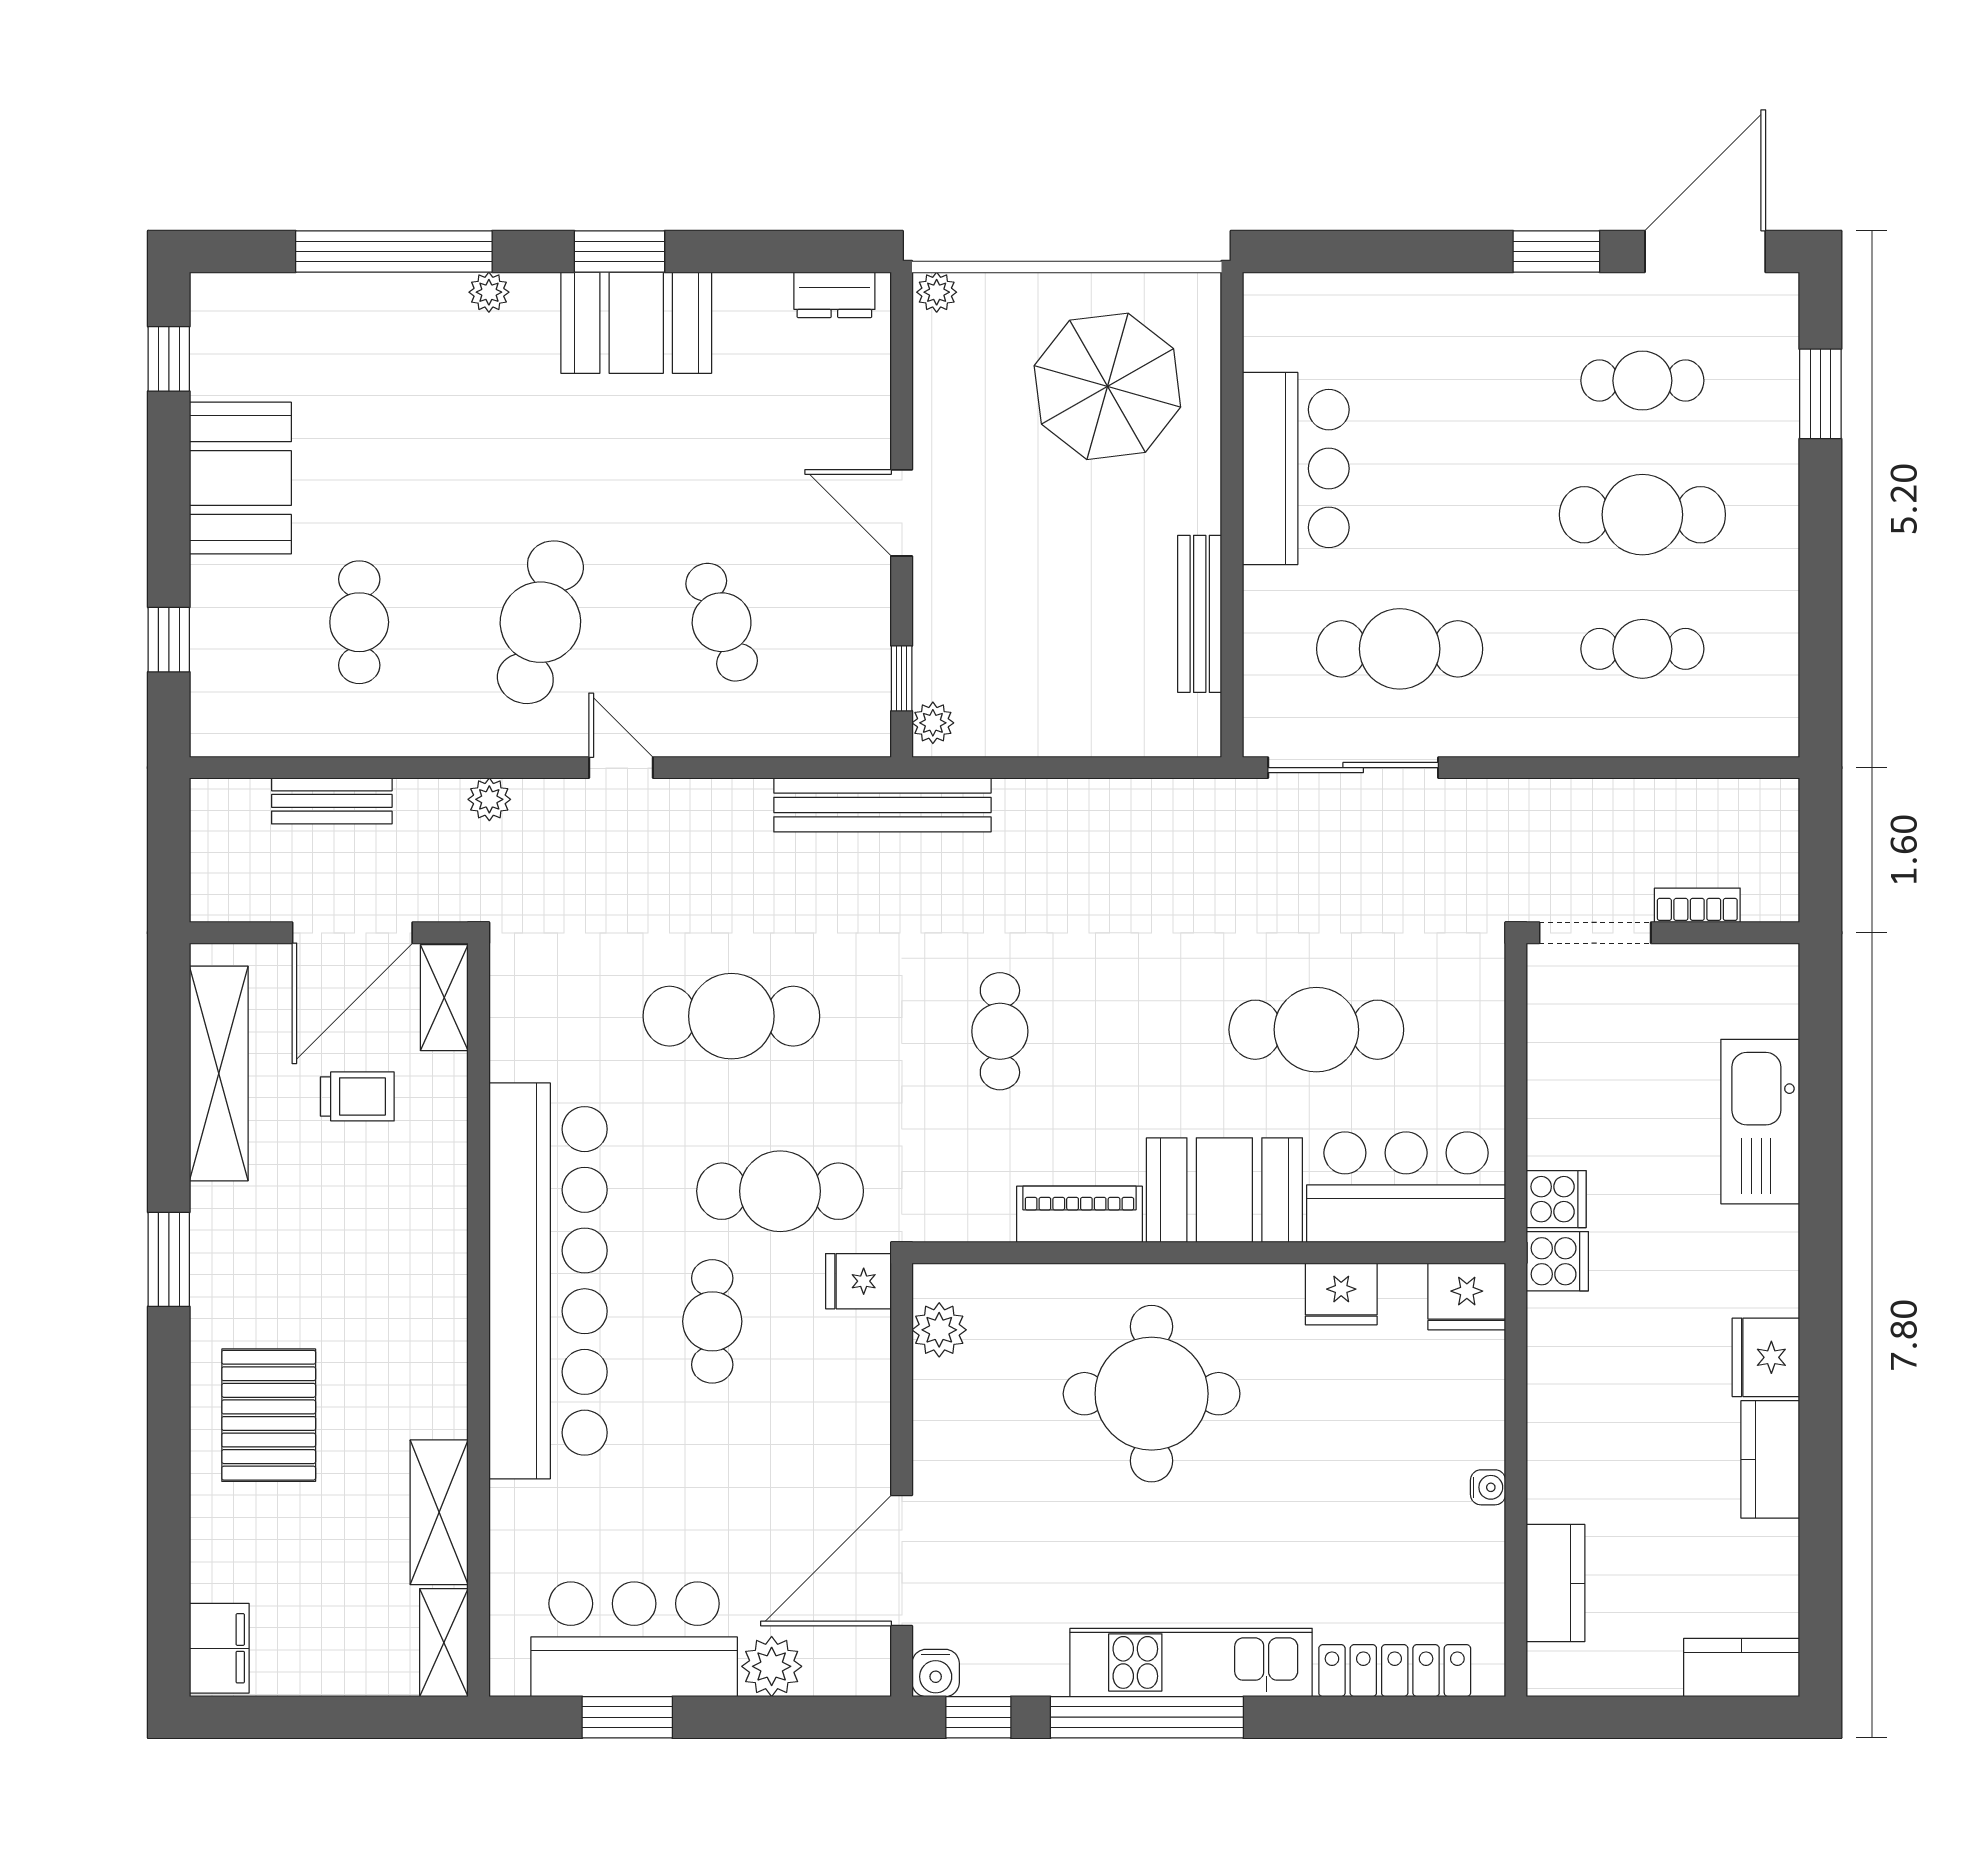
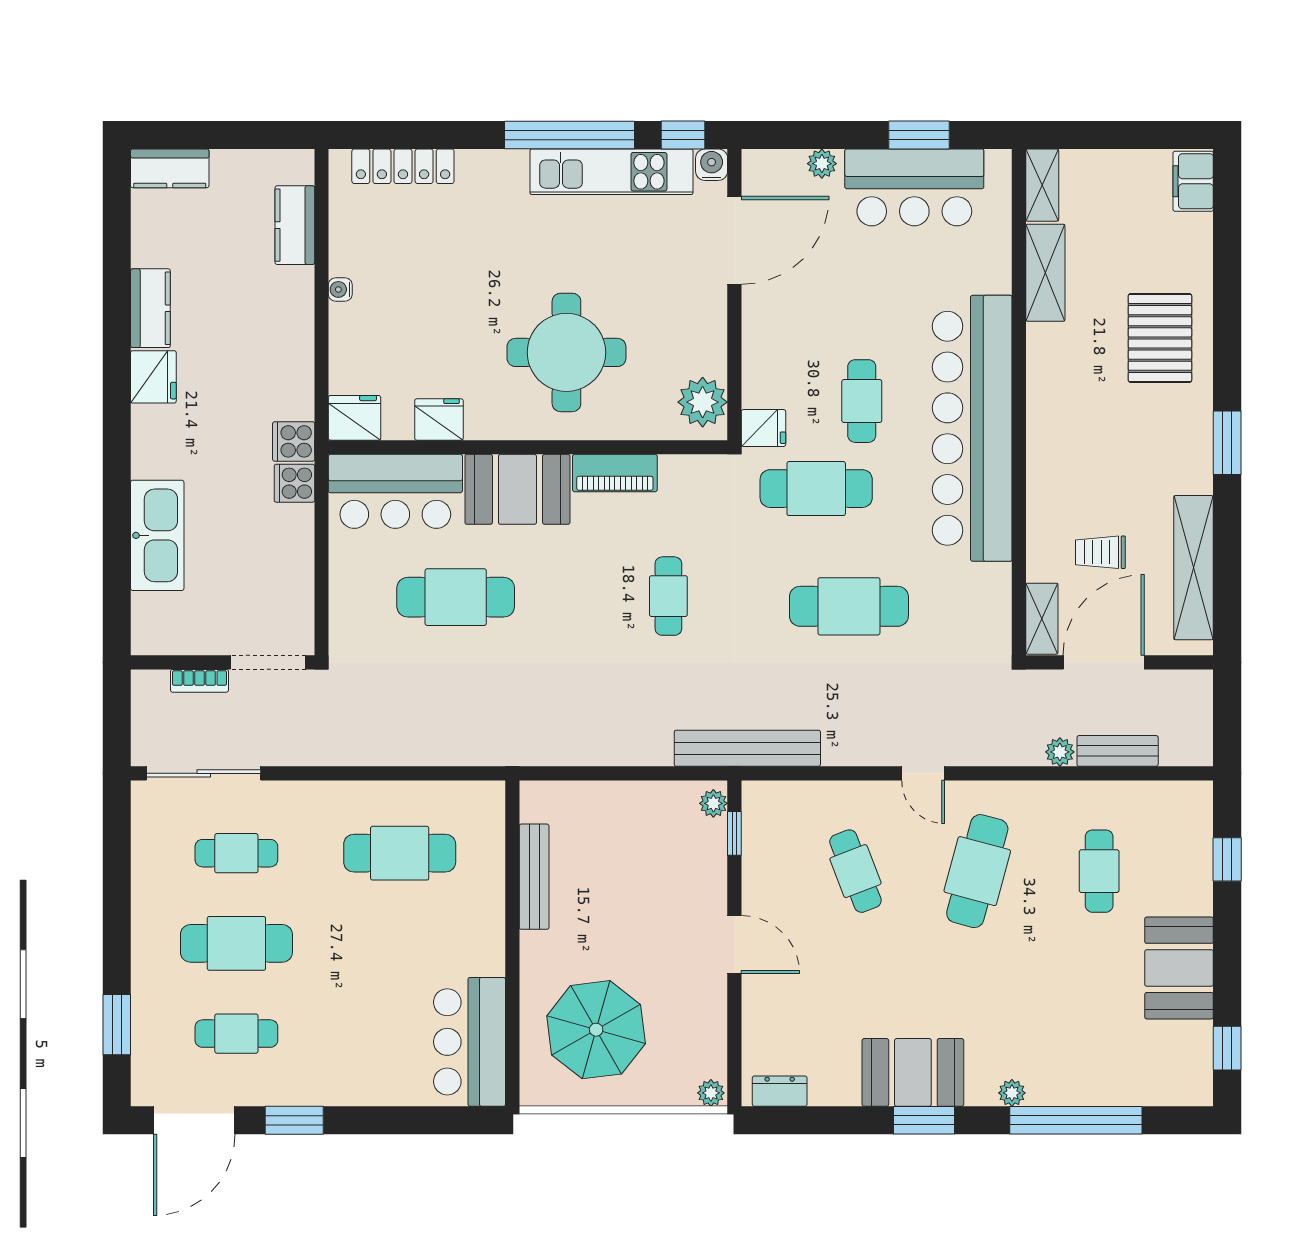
bar counter: (1296, 469) -> (470, 1042), moved
sliding door: (1353, 768) -> (204, 773), moved
plant: (489, 799) -> (1060, 752), moved
plant: (939, 1330) -> (703, 402), width x1.36, depth x1.36
kitchen unit: (1191, 1662) -> (611, 172), moved
plant: (772, 1666) -> (822, 164), width x0.73, depth x0.73

